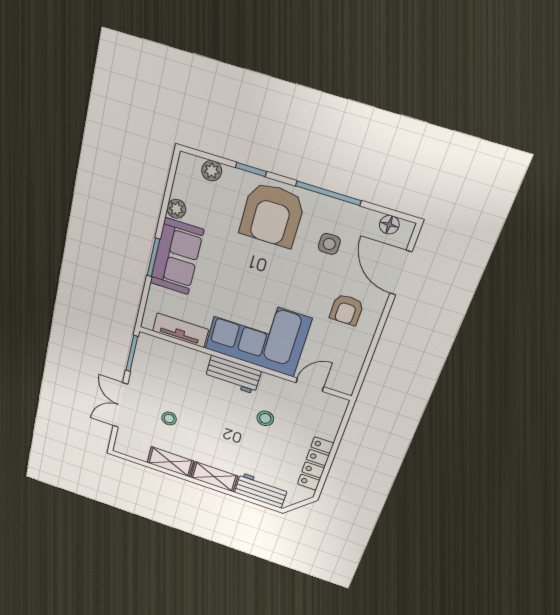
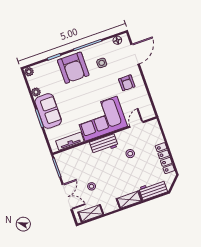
plant: (212, 171) -> (29, 72), moved
door: (401, 273) -> (135, 54), swing flipped
double door: (120, 405) -> (67, 197), swing flipped
shelving: (170, 462) -> (91, 213), moved

